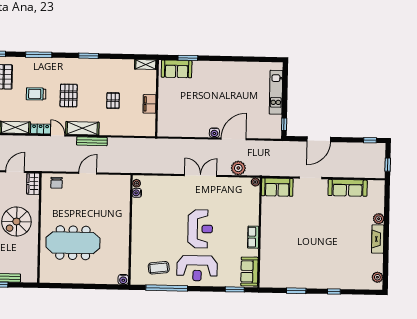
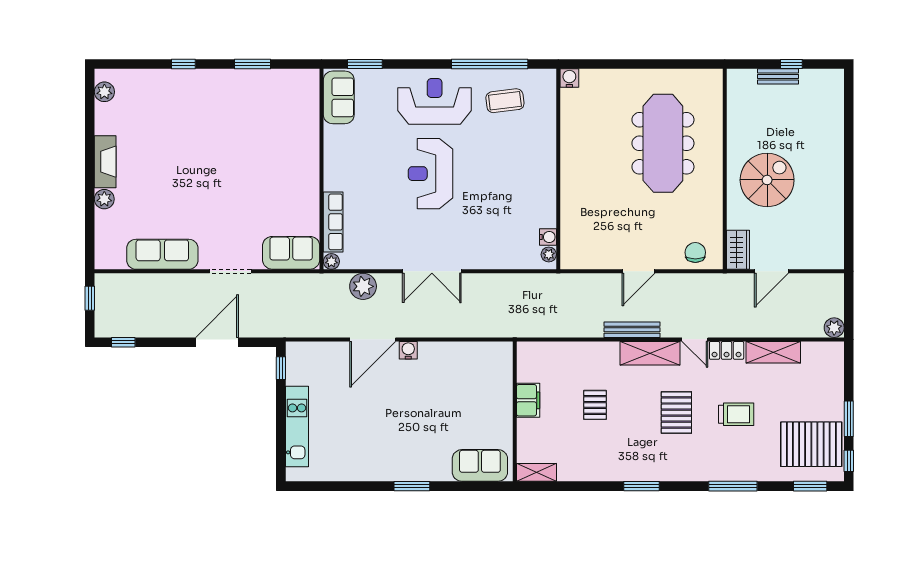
window: (188, 58) -> (412, 486), moved
row of seats: (253, 237) -> (333, 222), moved, width x1.48
meeting table: (73, 243) -> (663, 143), turned 90

